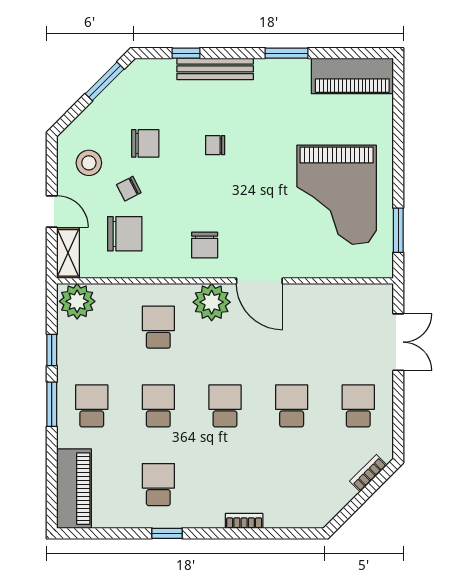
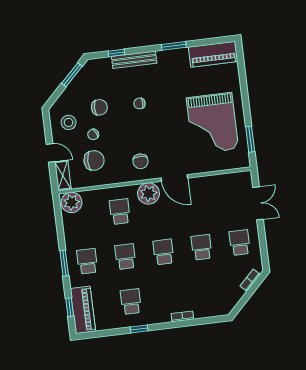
window: (52, 350) -> (70, 307), moved

